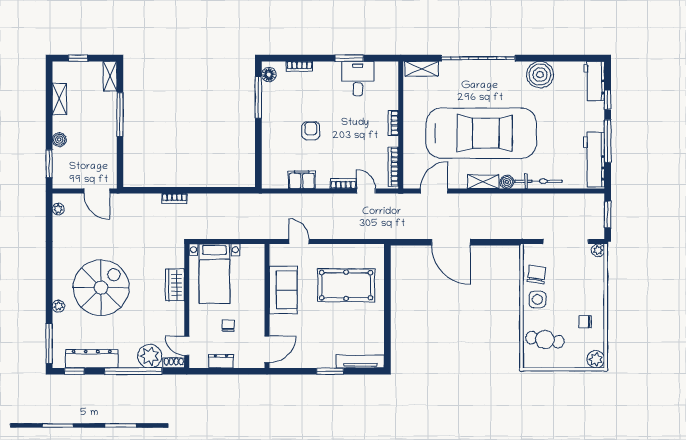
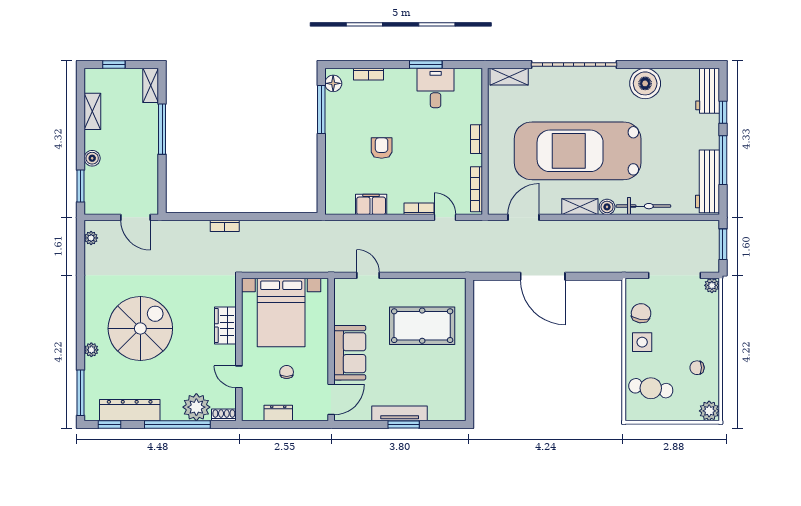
car: (481, 133) -> (578, 151), turned 180
bed with nightstands: (214, 274) -> (281, 312), width x1.36
sofa: (283, 290) -> (350, 353), moved
door: (187, 346) -> (239, 377), moved
tv unit: (360, 362) -> (400, 413), moved

